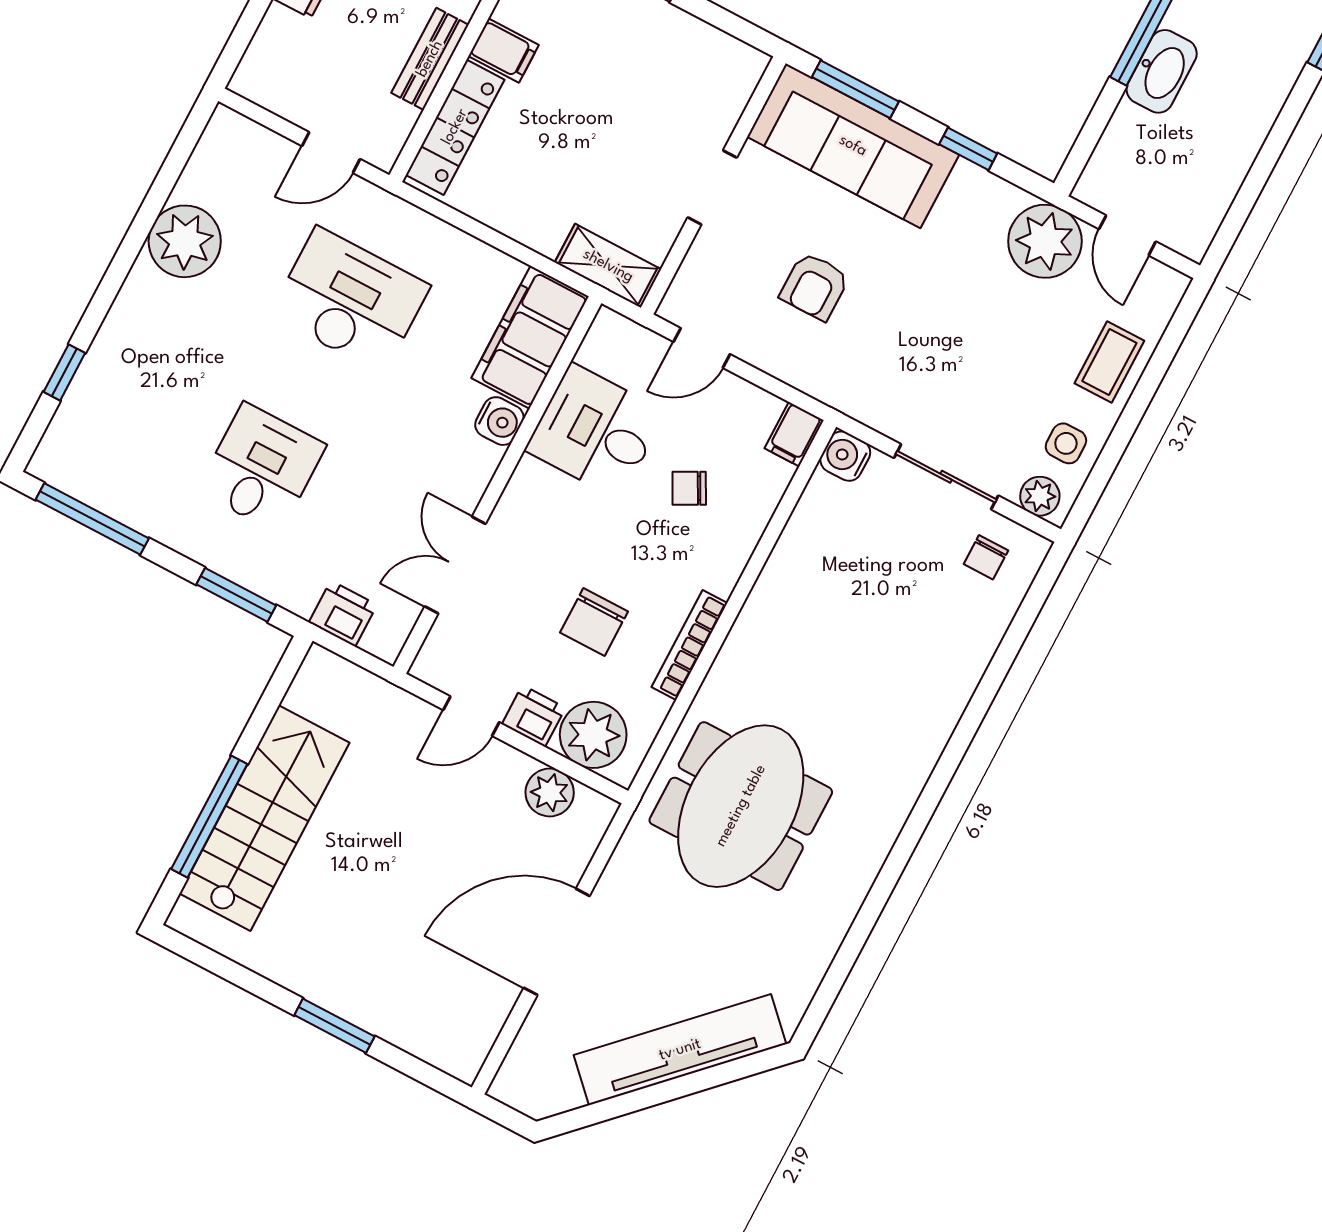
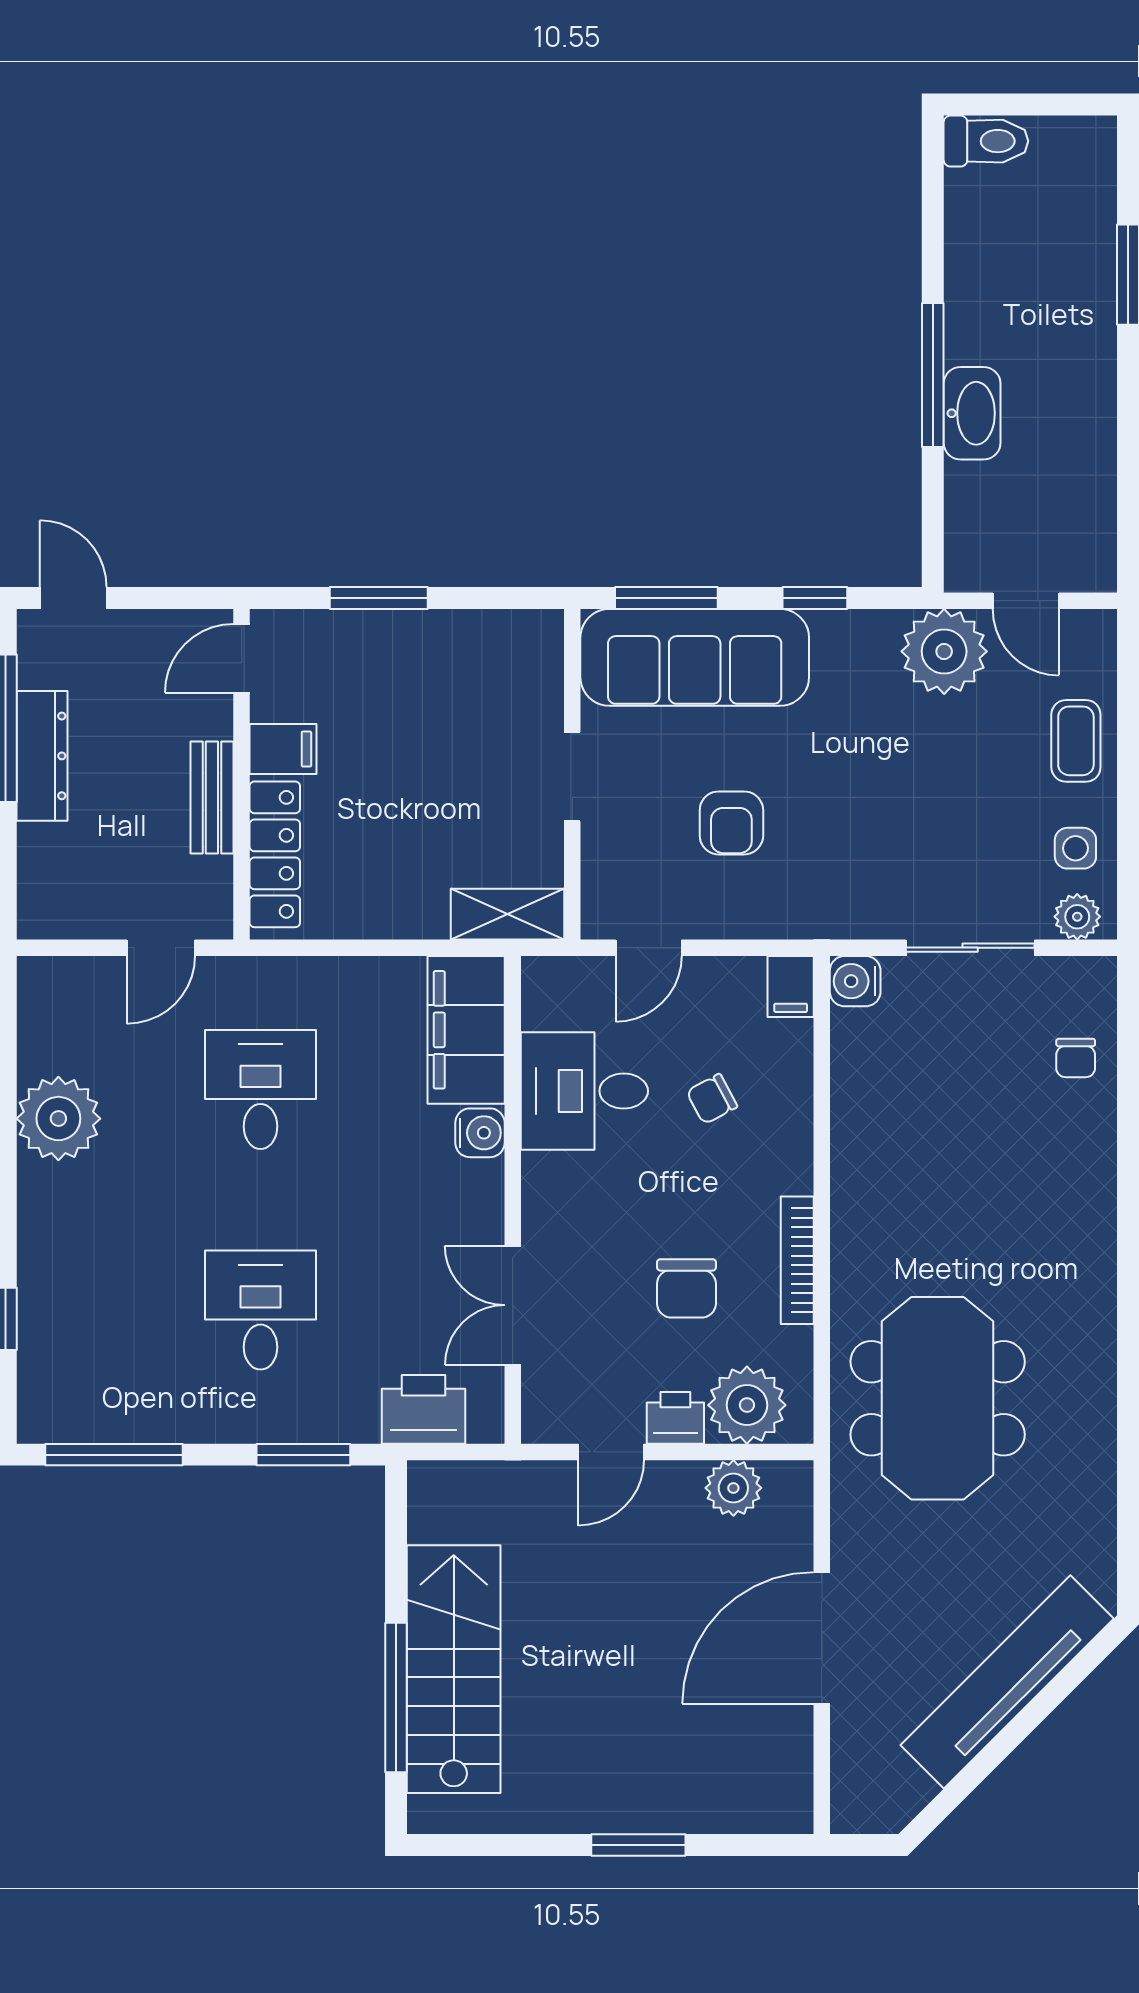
desk: (350, 300) -> (261, 1089), width x0.73
chair: (986, 557) -> (1076, 1058), moved
printer: (343, 614) -> (423, 1409), width x1.36, depth x1.24

